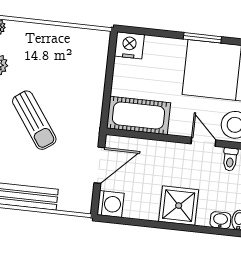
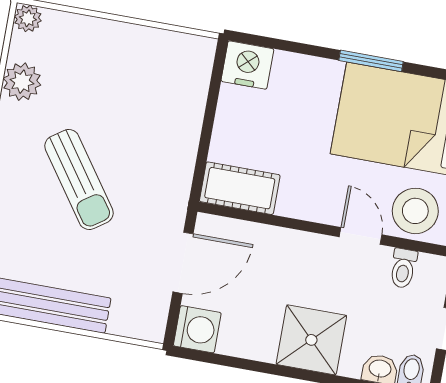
cot: (139, 115) -> (240, 188), width x0.73, depth x0.75

